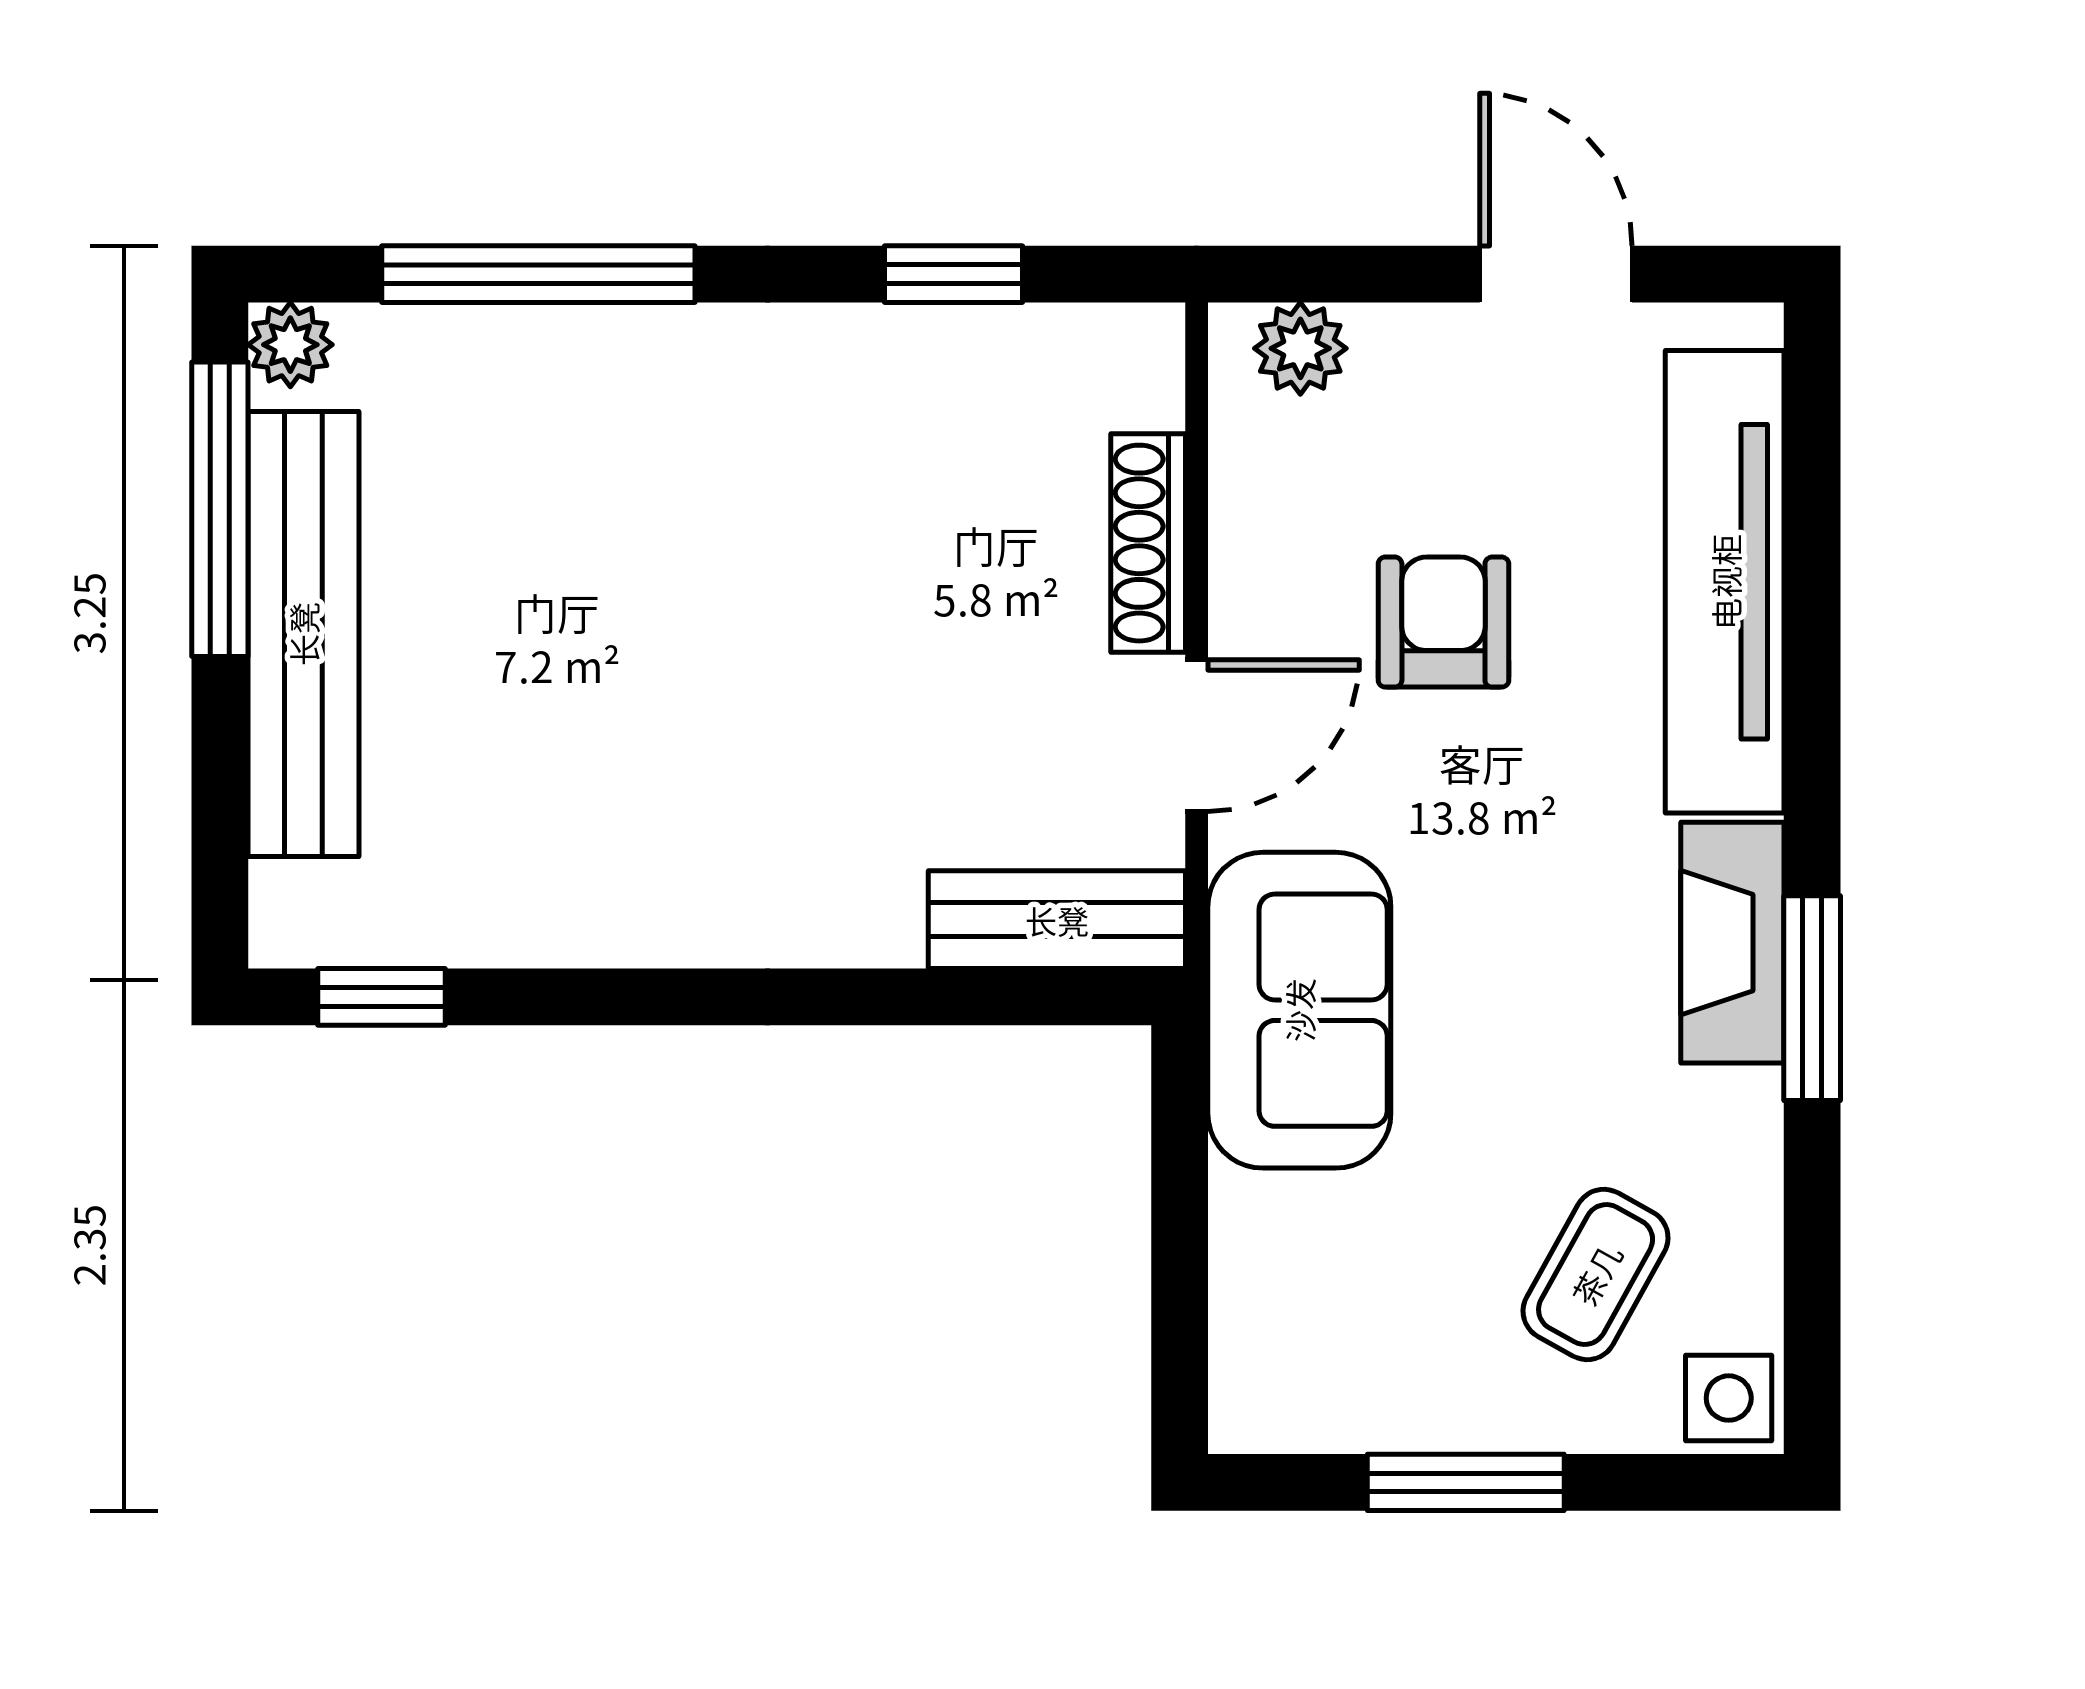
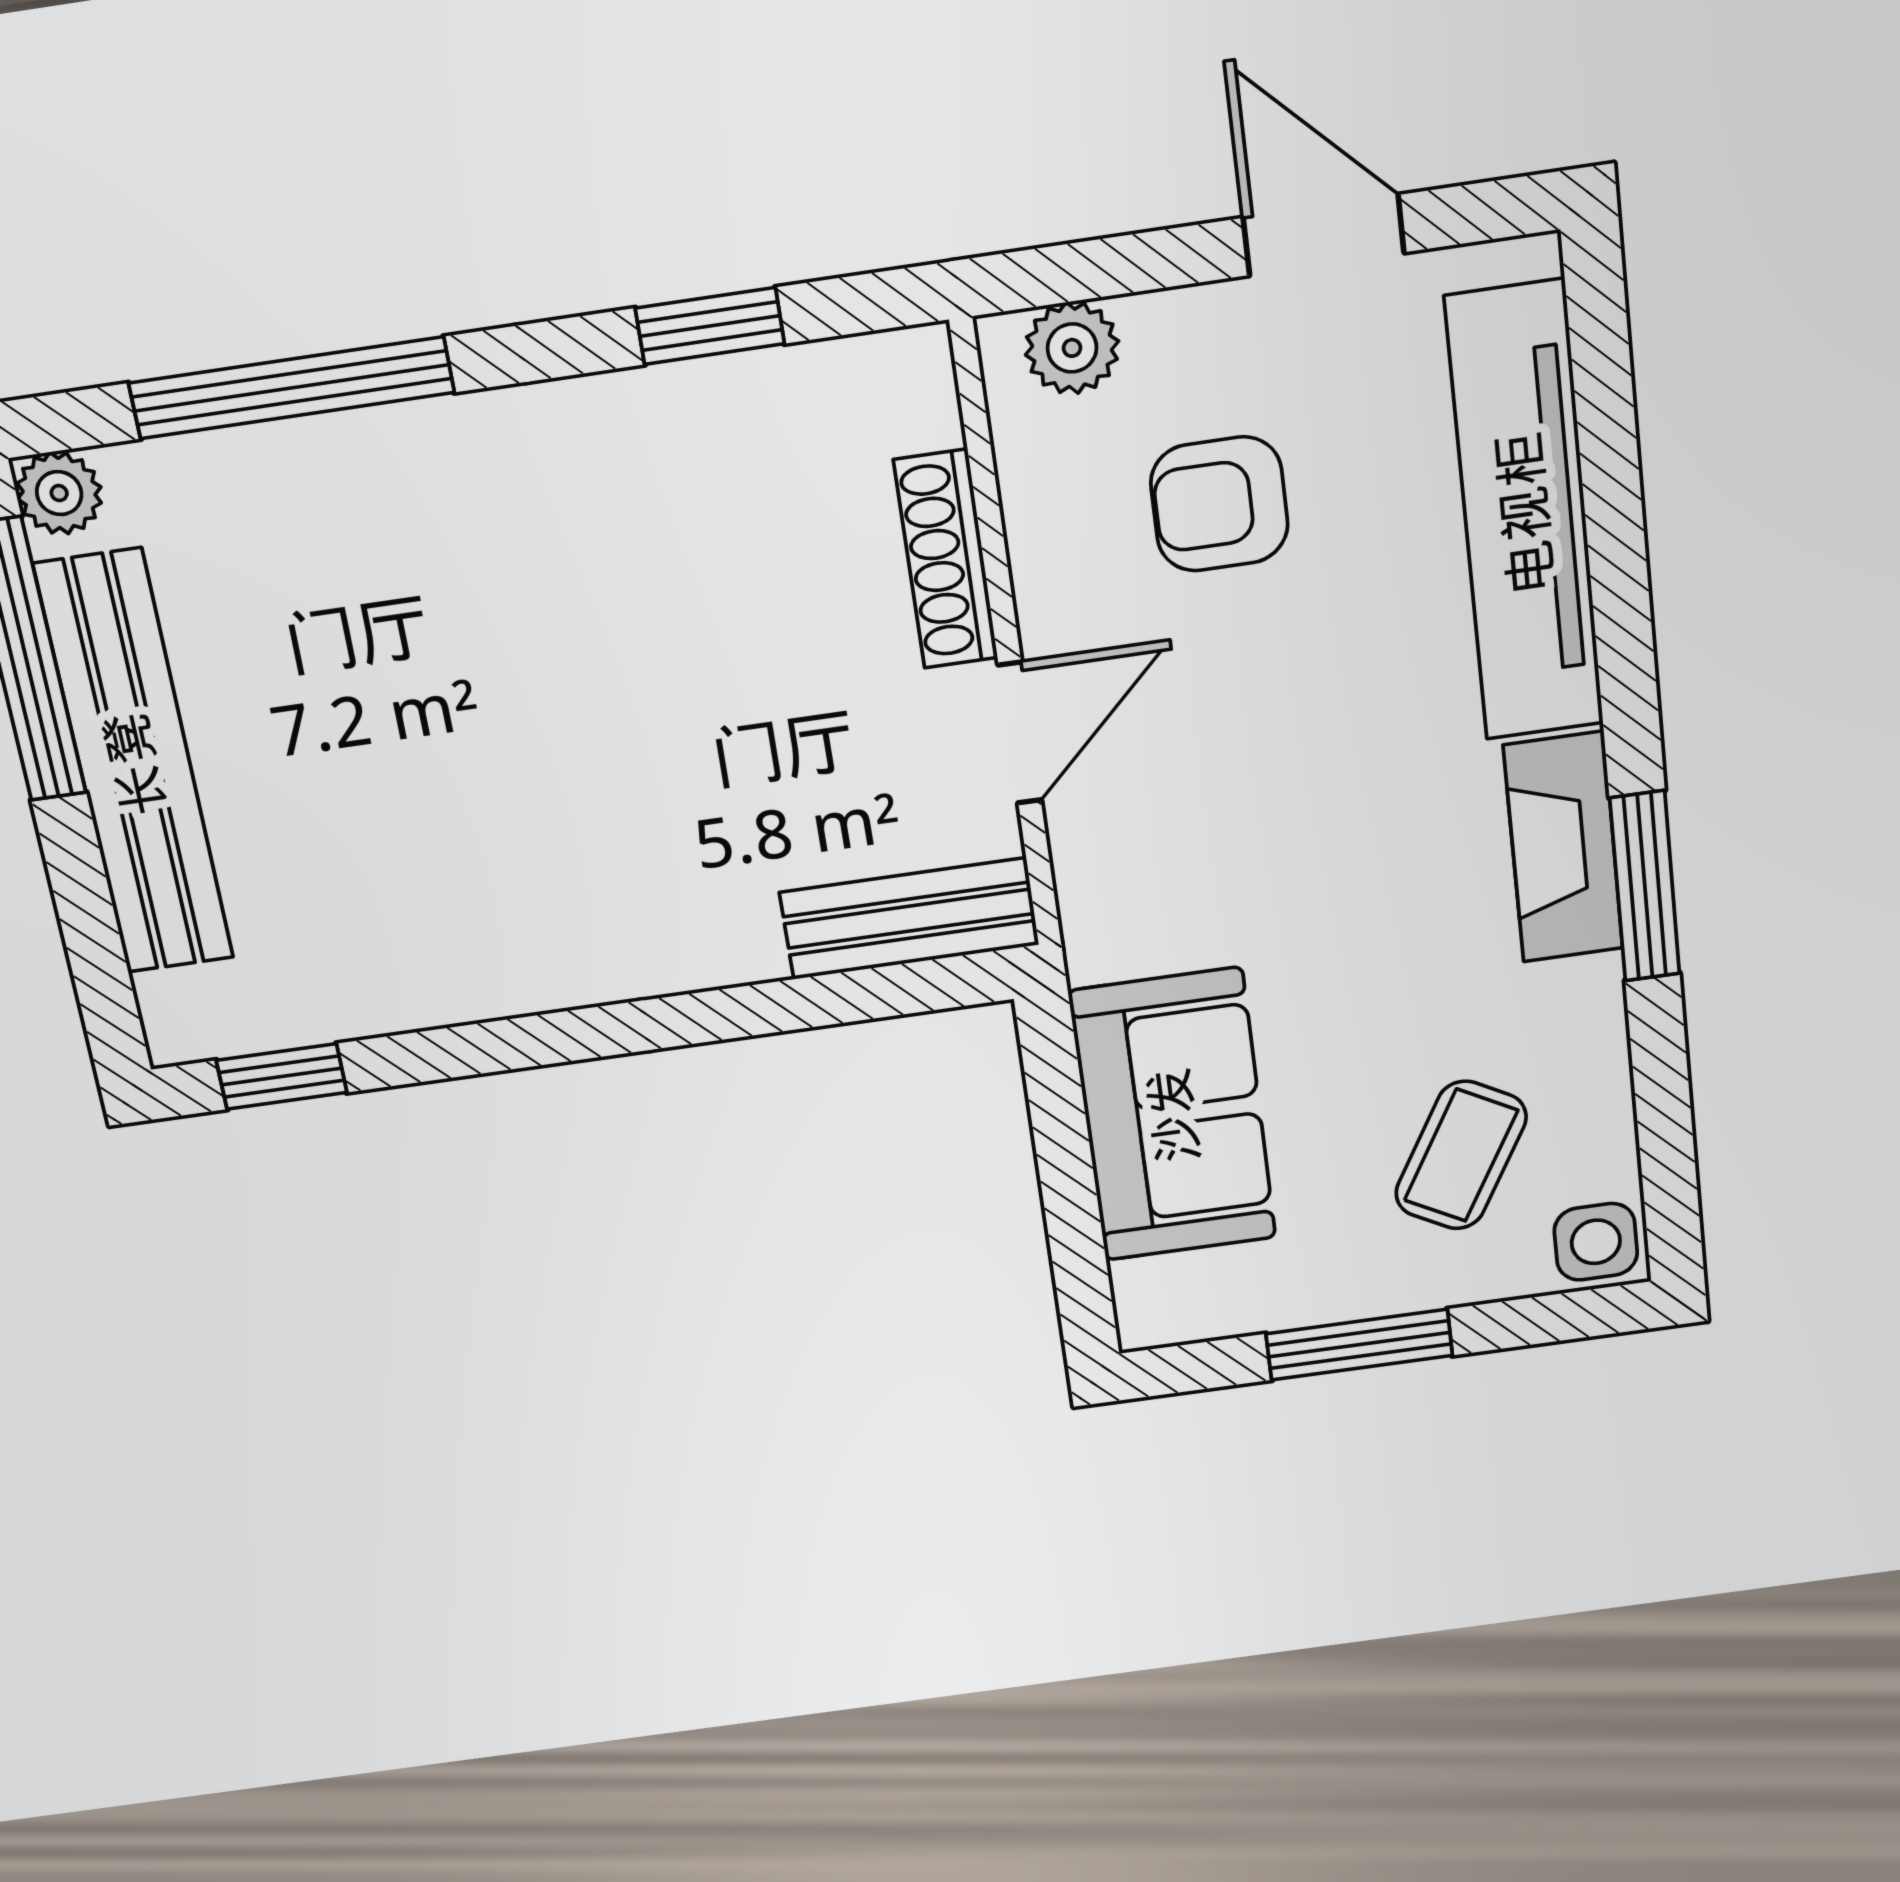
armchair: (1443, 622) -> (1219, 504), moved, turned -90
sofa: (1299, 1010) -> (1173, 1115), moved

